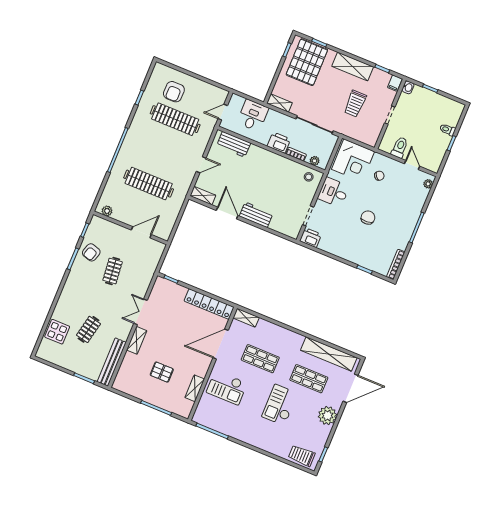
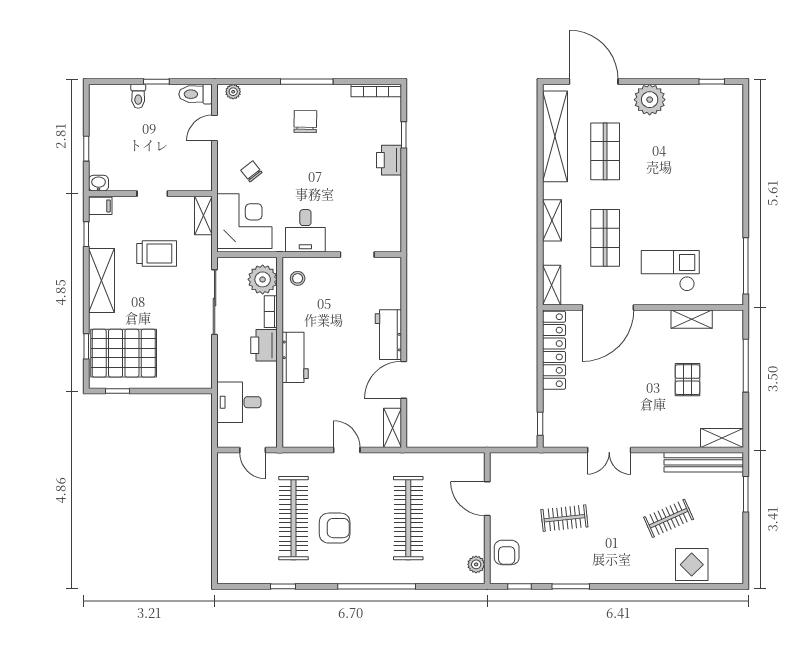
armchair: (174, 92) -> (335, 528), moved
shelving: (280, 103) -> (203, 215), moved
workbench: (234, 144) -> (295, 357), moved
toilet: (400, 147) -> (196, 94), moved
plant: (315, 161) -> (263, 279), width x1.88, depth x1.88
chair: (368, 218) -> (305, 122), moved, turned 96
printer: (311, 238) -> (389, 160), moved
armchair: (91, 252) -> (507, 552), moved, turned 73
clothes rail: (88, 329) -> (669, 518), turned -36
shelving: (282, 333) -> (552, 220), added
shelving: (137, 340) -> (722, 438), moved
door: (221, 344) -> (608, 308), hinge flipped
checkout: (227, 388) -> (670, 271), turned -90
checkout: (280, 405) -> (663, 179), removed
trolley: (302, 456) -> (727, 114), removed

